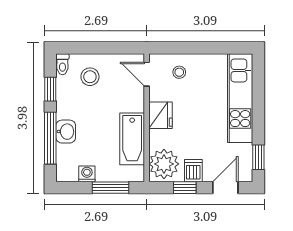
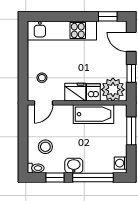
washbasin: (66, 132) -> (74, 166), moved
dishwasher: (193, 171) -> (93, 92), moved, turned 90
washing machine: (87, 174) -> (121, 163), moved

